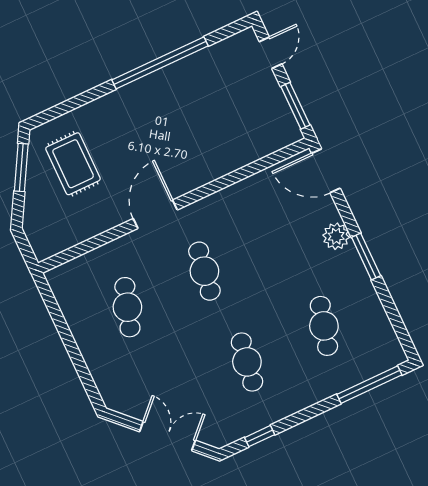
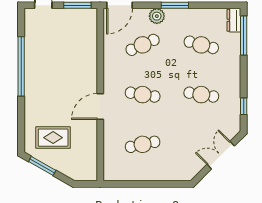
door: (155, 214) -> (100, 106), hinge flipped
cafe table: (281, 235) -> (143, 45), added
cafe table: (127, 307) -> (143, 144), turned -30
dresser: (386, 359) -> (234, 20), added

